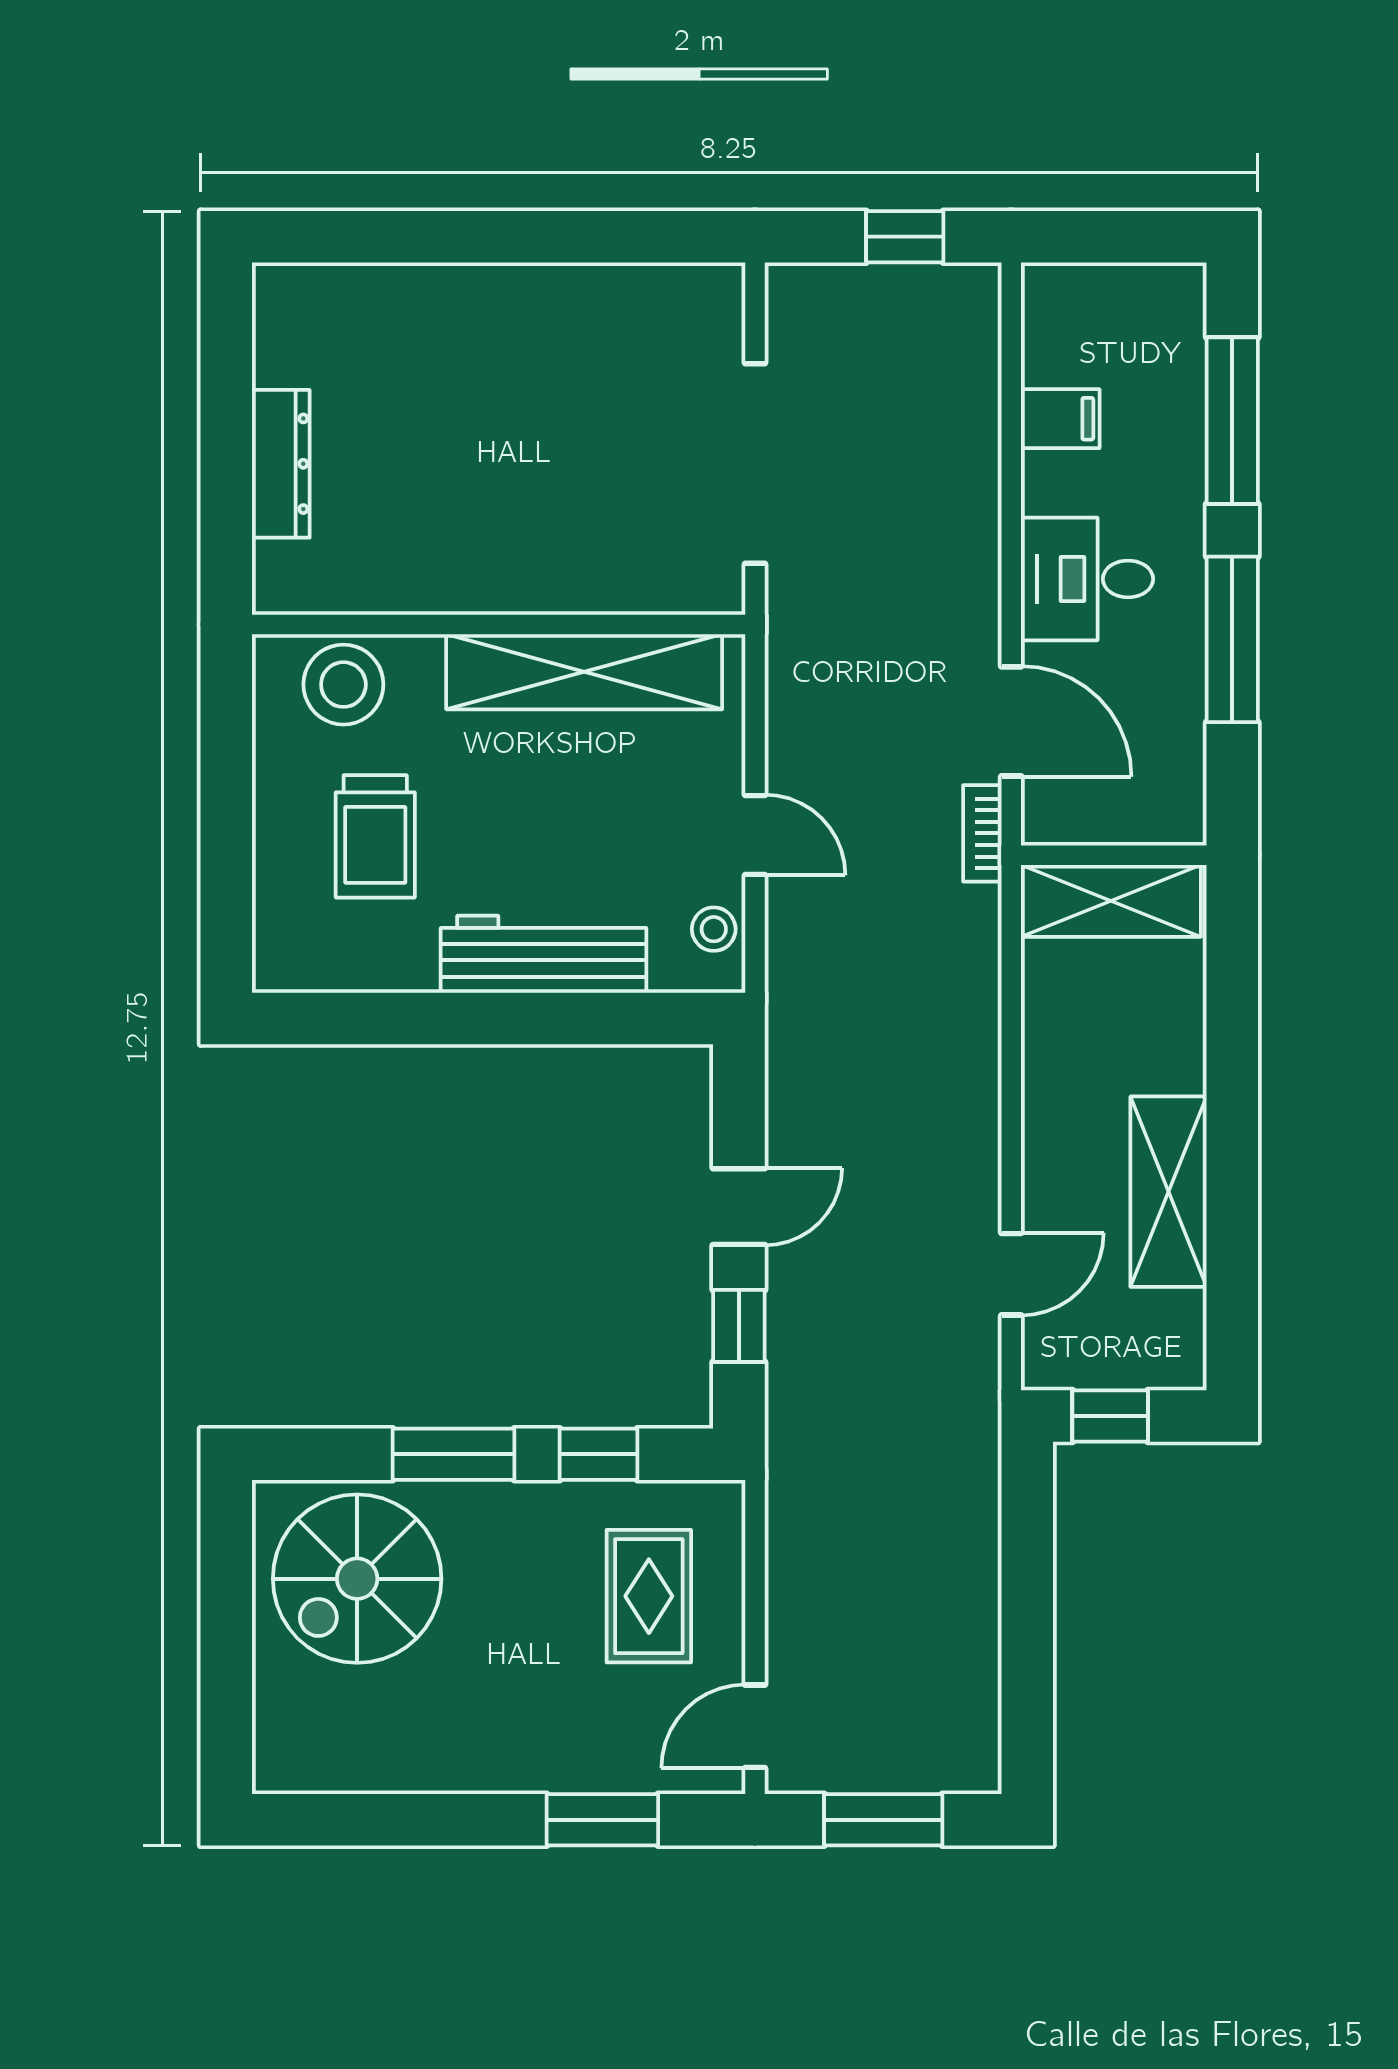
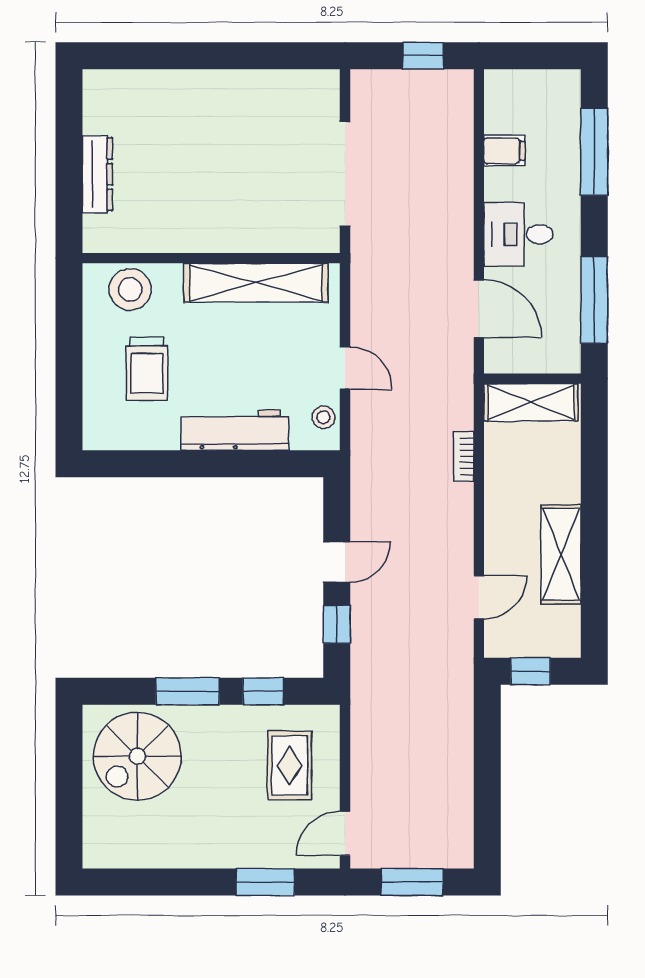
window: (1232, 639) -> (594, 300), moved
bookcase: (982, 833) -> (464, 457), moved

